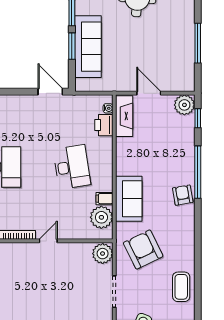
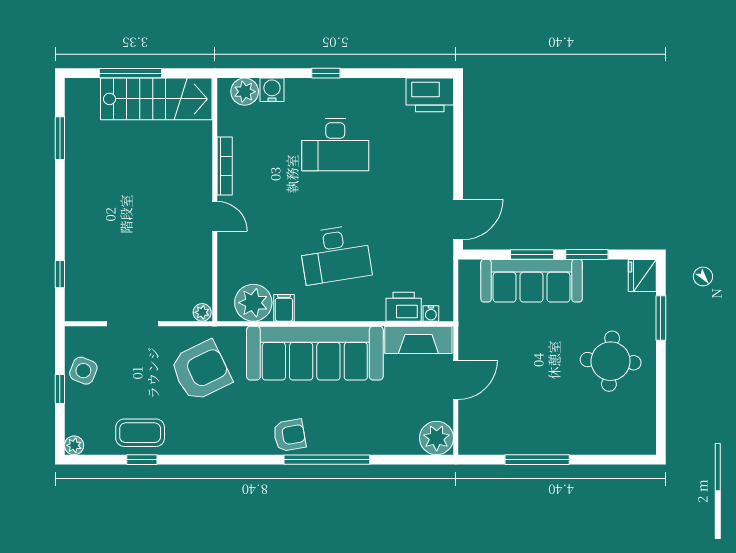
window: (198, 118) -> (142, 460), moved
sofa: (129, 199) -> (315, 353), width x1.85, depth x1.27
plant: (103, 254) -> (202, 312), width x0.53, depth x0.53

